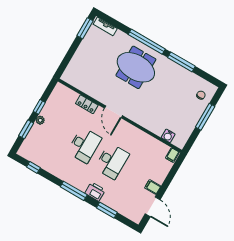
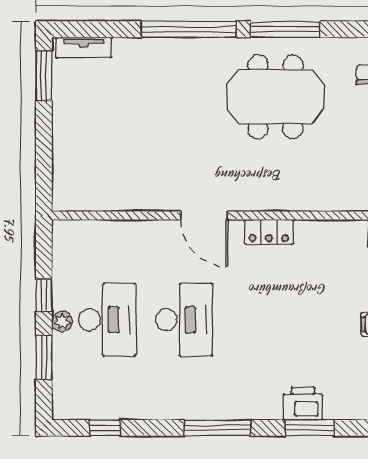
meeting table: (136, 67) -> (276, 97), moved
locker: (87, 104) -> (269, 232), moved
water cooler: (168, 136) -> (347, 199), removed
desk: (112, 161) -> (107, 320), moved
printer: (95, 192) -> (303, 404), moved

